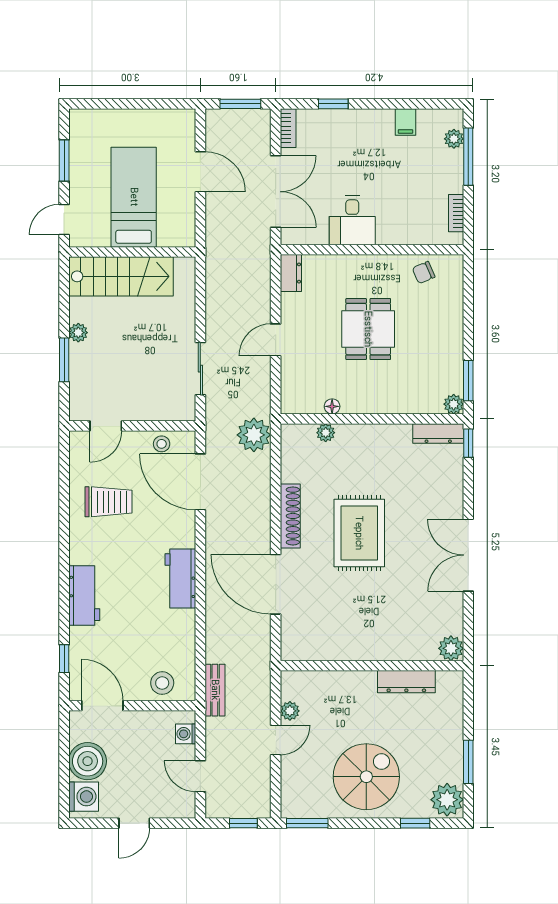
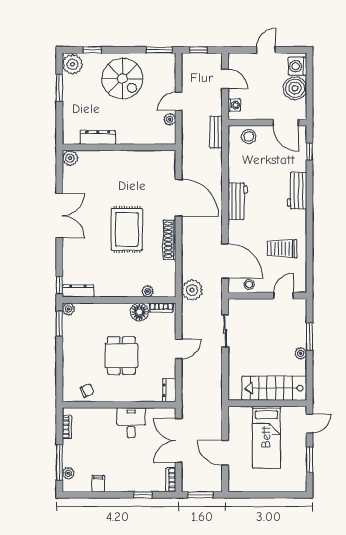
floor lamp: (332, 406) -> (139, 312), width x1.89, depth x1.89
bookcase: (304, 407) -> (161, 308), added
spiral stairs: (366, 777) -> (122, 79), turned -90

